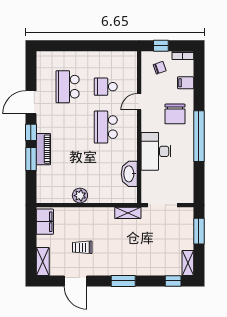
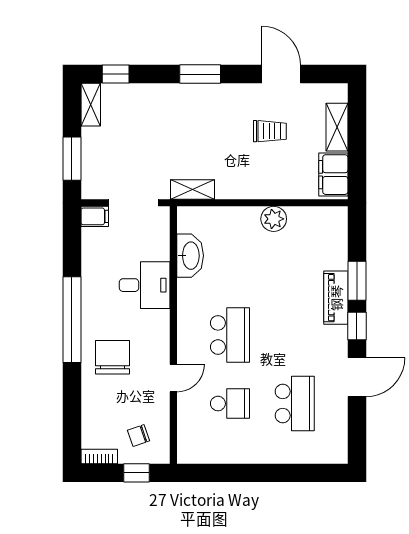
filing cabinet: (186, 83) -> (95, 216), moved
desk: (156, 151) -> (145, 285), width x0.73
shelving: (43, 261) -> (337, 127), moved

